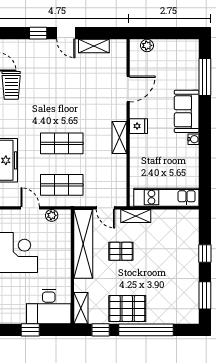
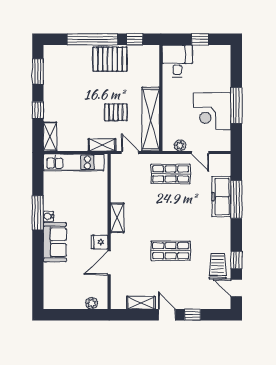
window: (205, 77) -> (38, 213), moved
fridge: (139, 126) -> (99, 242), moved
shop shelf: (62, 143) -> (171, 251), moved
desk: (49, 306) -> (177, 61), width x0.73
shelving: (81, 308) -> (50, 137), moved

